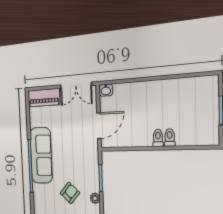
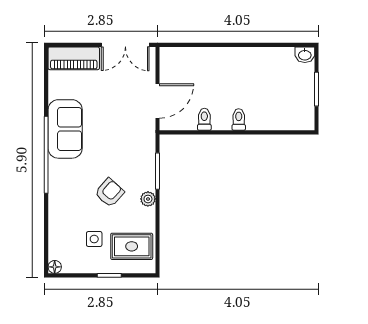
washbasin: (106, 90) -> (305, 55), moved
toilet: (170, 137) -> (204, 119), moved
sofa: (41, 155) -> (65, 129), width x0.73

